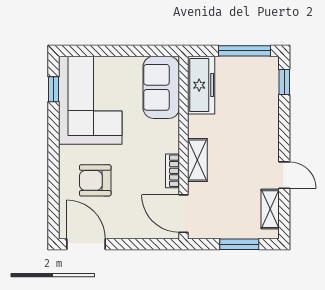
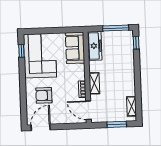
door: (284, 175) -> (138, 89), removed
door: (86, 244) -> (41, 127), hinge flipped

